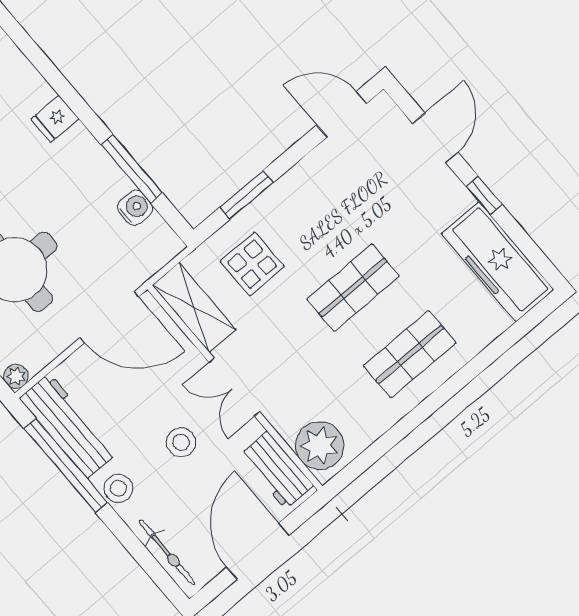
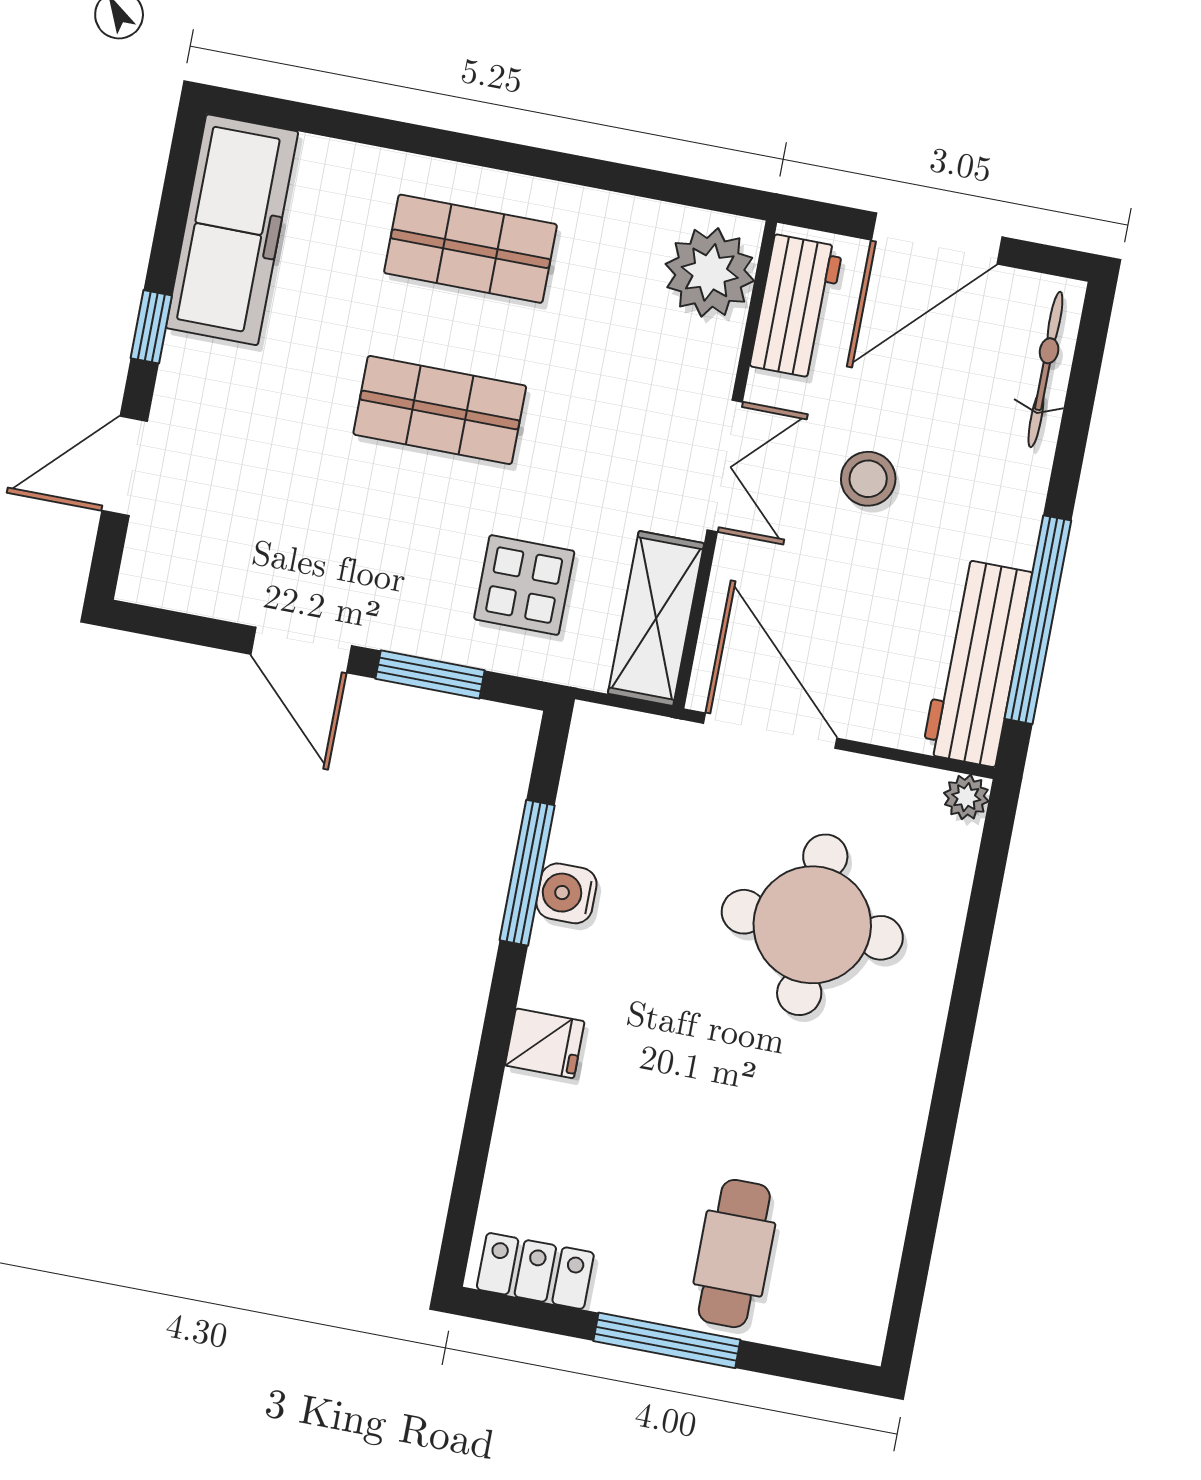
door: (342, 114) -> (301, 650), moved
water cooler: (135, 208) -> (566, 893), moved
stool: (118, 488) -> (1009, 516), removed

